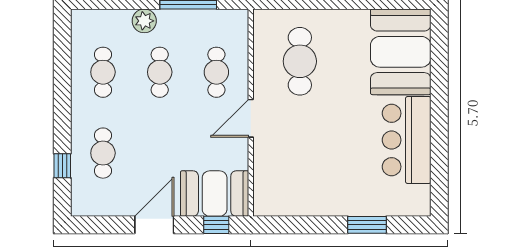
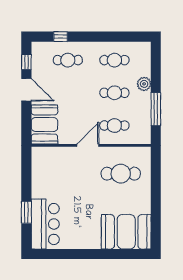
door: (251, 118) -> (88, 145), hinge flipped
bar counter: (407, 140) -> (45, 224), moved, turned 90
window: (216, 225) -> (26, 62), moved

